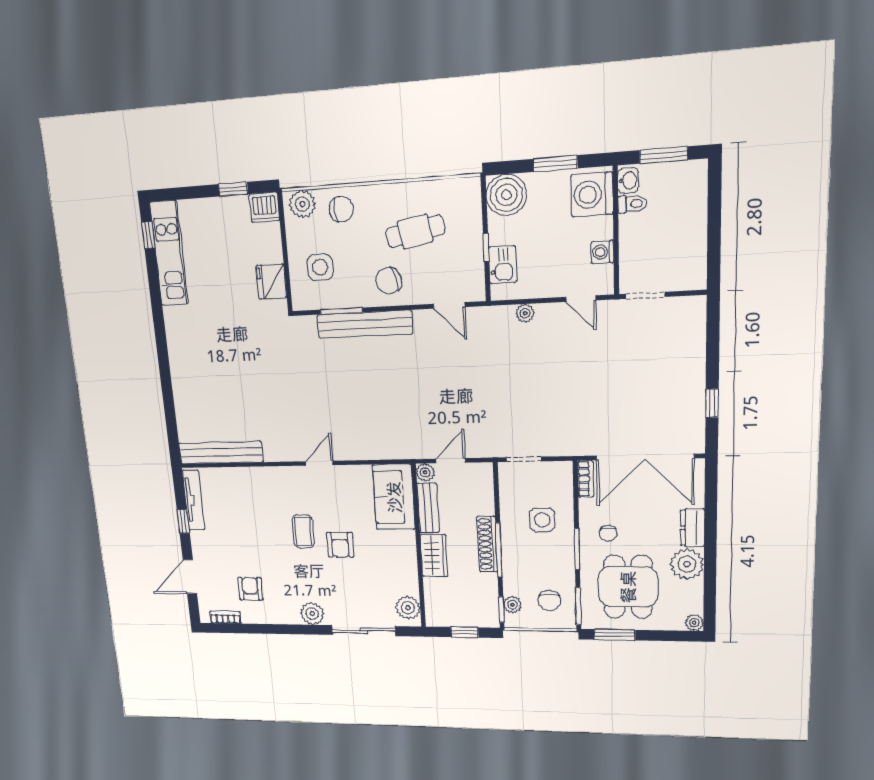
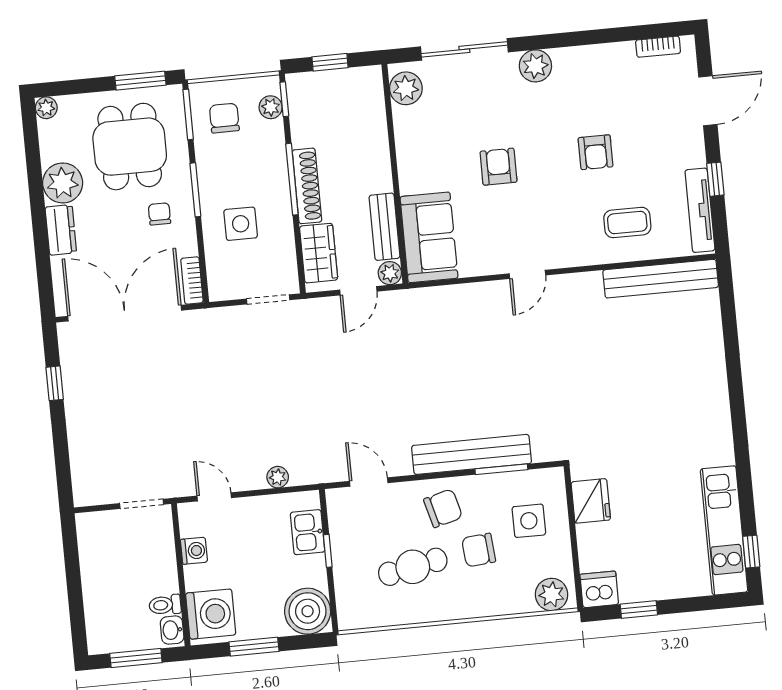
chair: (341, 209) -> (479, 550), moved
coffee table: (303, 531) -> (627, 222), moved, turned 90
wardrobe: (434, 556) -> (319, 253), moved, turned 180
armchair: (250, 589) -> (596, 152), moved

